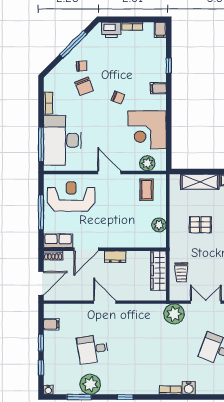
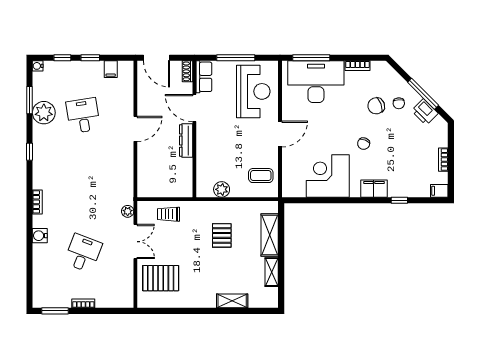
printer: (111, 30) -> (425, 112), moved, turned -45
filing cabinet: (158, 88) -> (374, 189), width x2.00
plant: (147, 163) -> (290, 176), removed
dresser: (115, 257) -> (186, 141), width x1.44
wardrobe: (158, 271) -> (171, 189), removed
plant: (174, 314) -> (128, 211), width x0.53, depth x0.53
water cooler: (189, 388) -> (40, 236), moved

